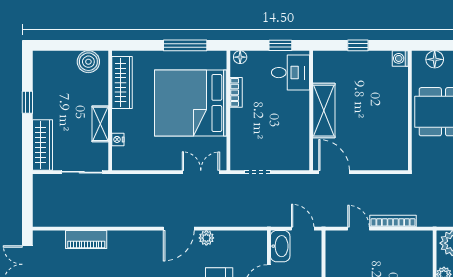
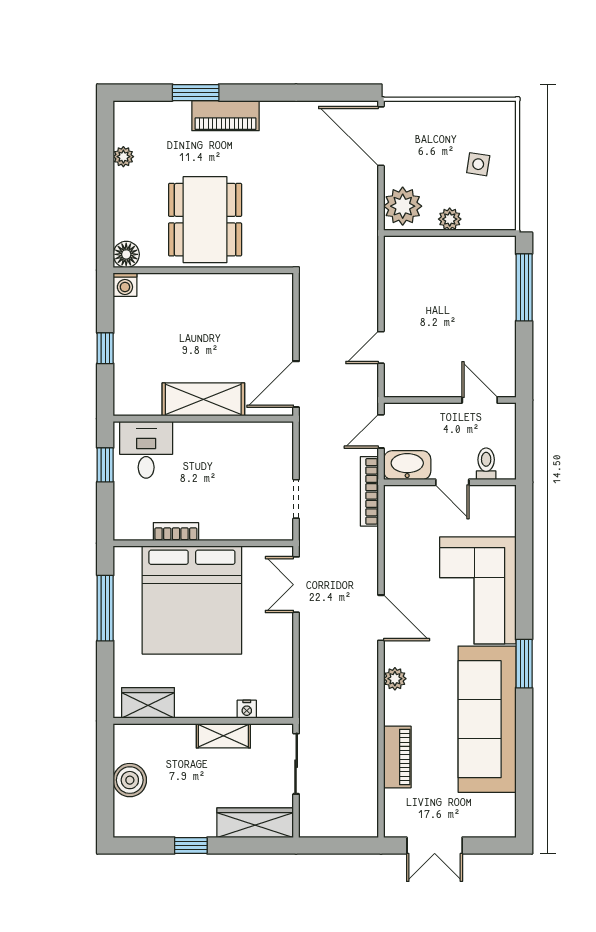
floor lamp: (240, 57) -> (123, 526), removed
floor lamp: (435, 59) -> (126, 254), moved
boiler: (88, 62) -> (130, 780), moved
wardrobe: (122, 83) -> (148, 703), width x0.67
bookcase: (393, 221) -> (369, 491), moved
plant: (206, 238) -> (395, 679), moved

